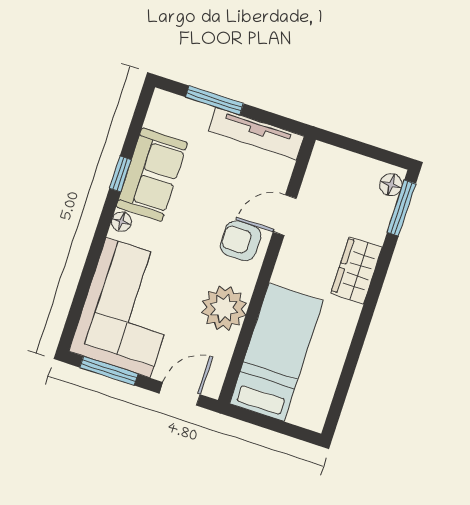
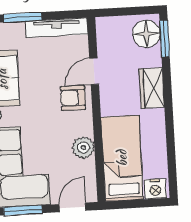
floor lamp: (391, 185) -> (146, 34), width x1.89, depth x1.89
plant: (224, 308) -> (83, 148), width x0.73, depth x0.73
nightstand: (306, 413) -> (155, 189), added

